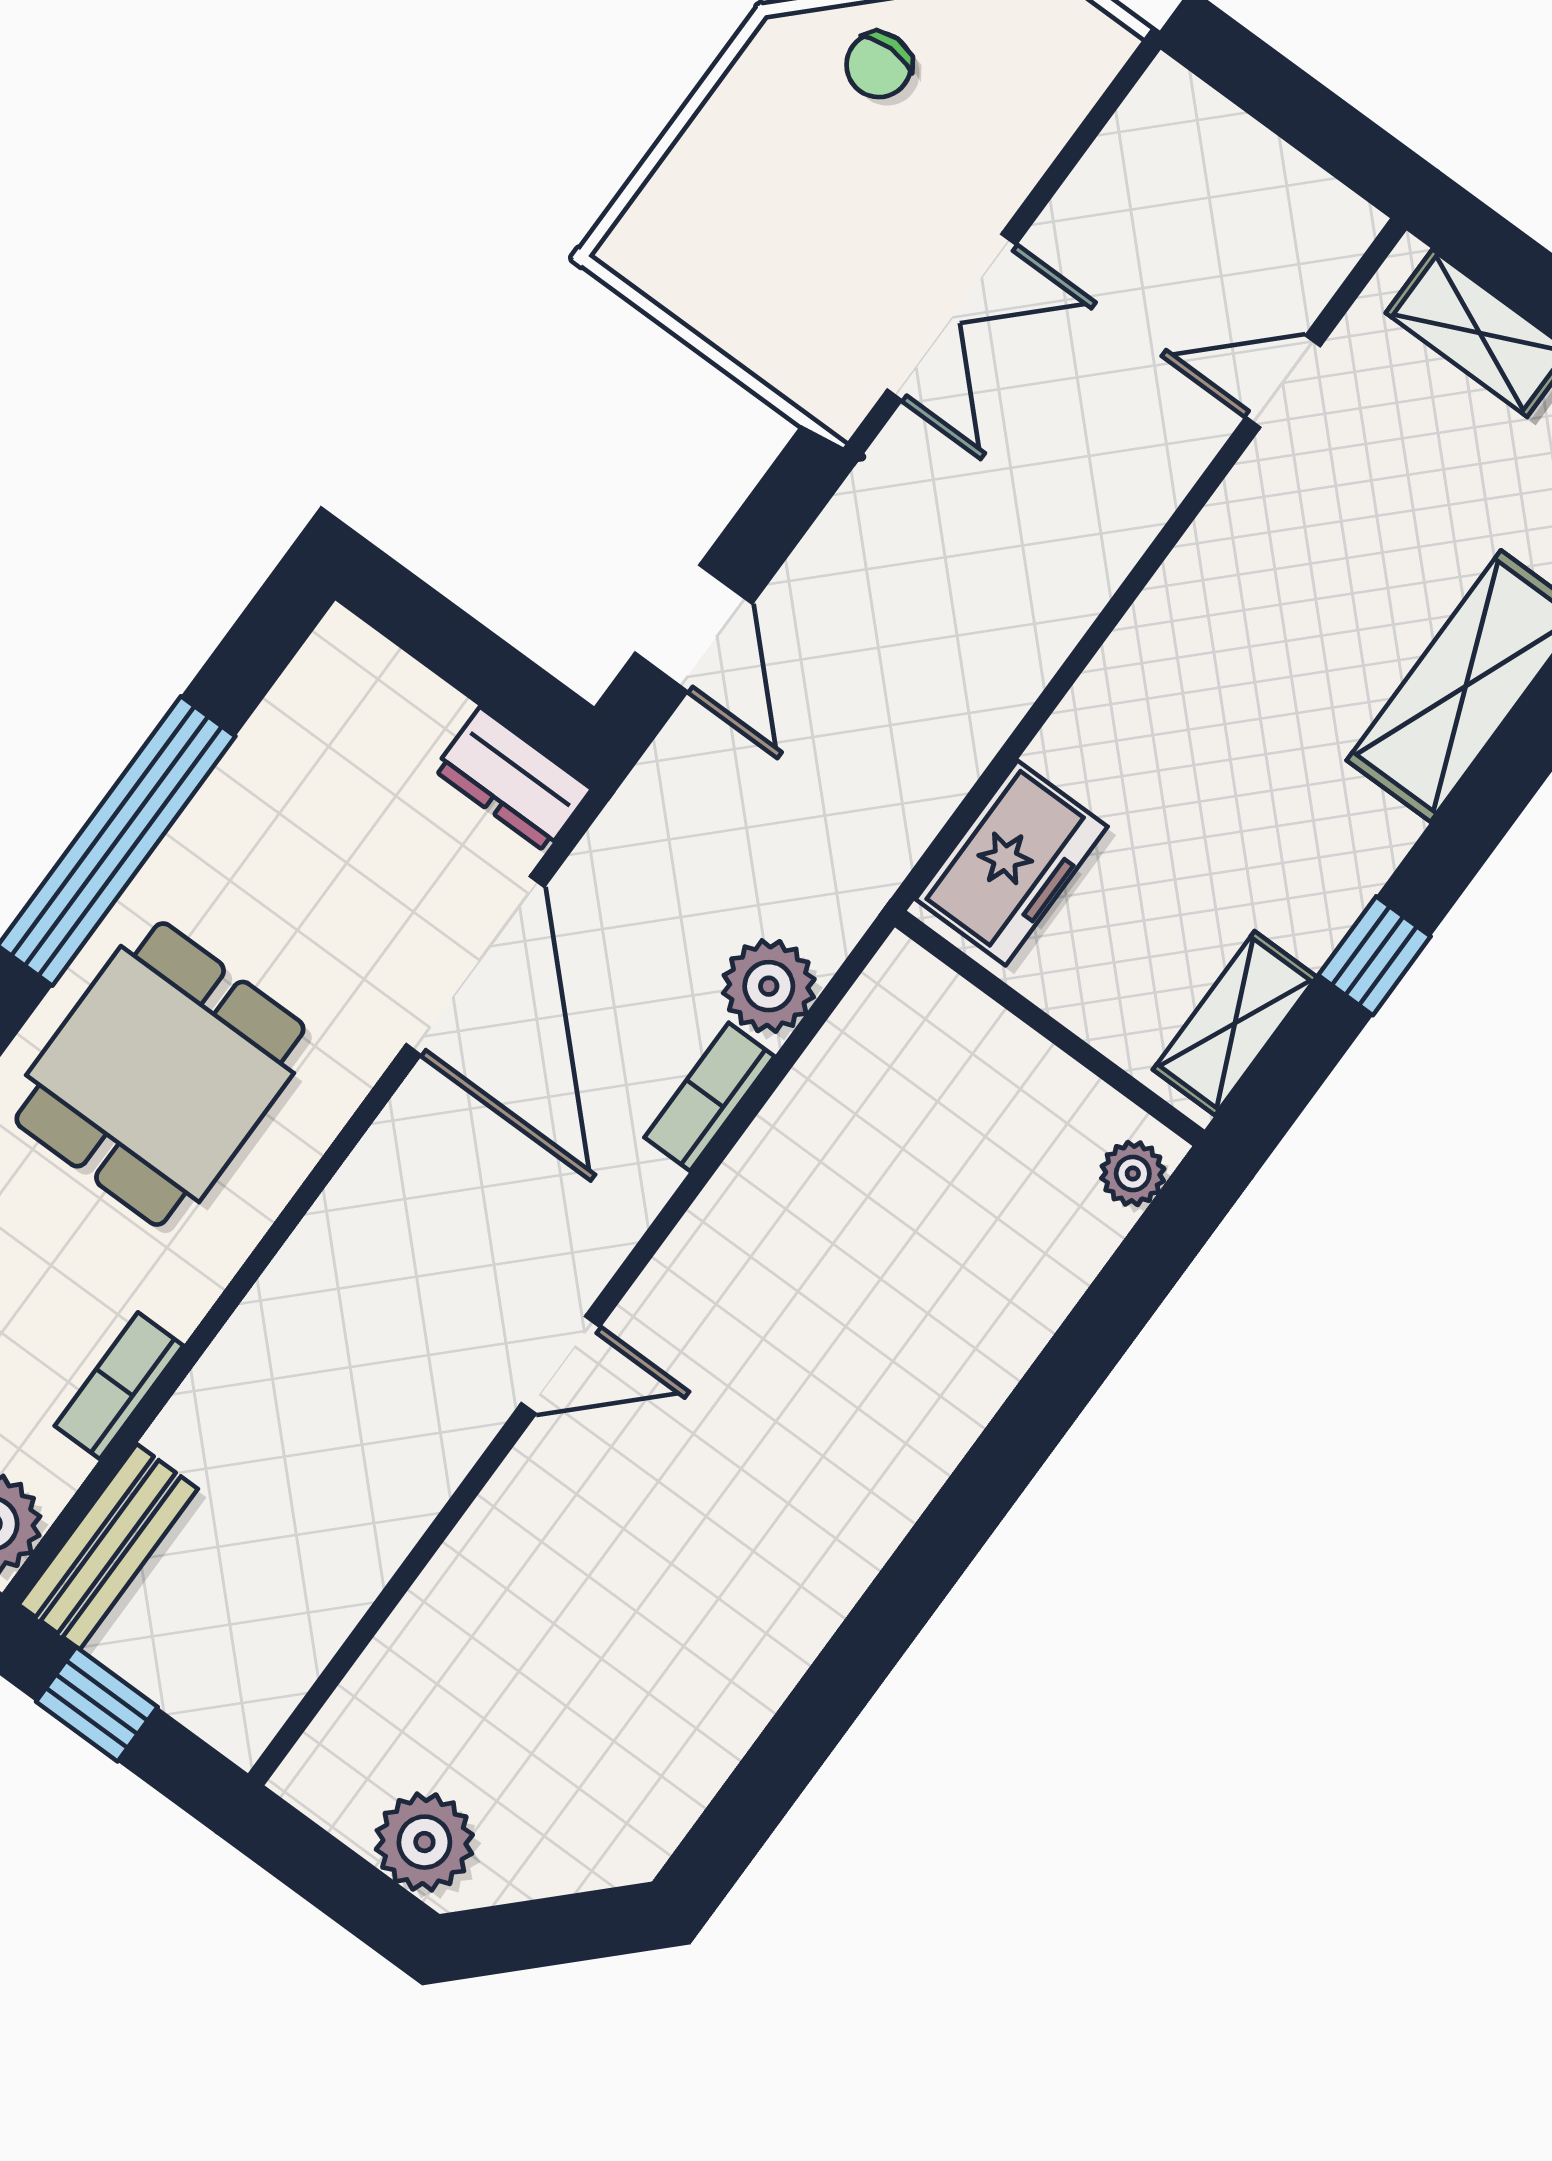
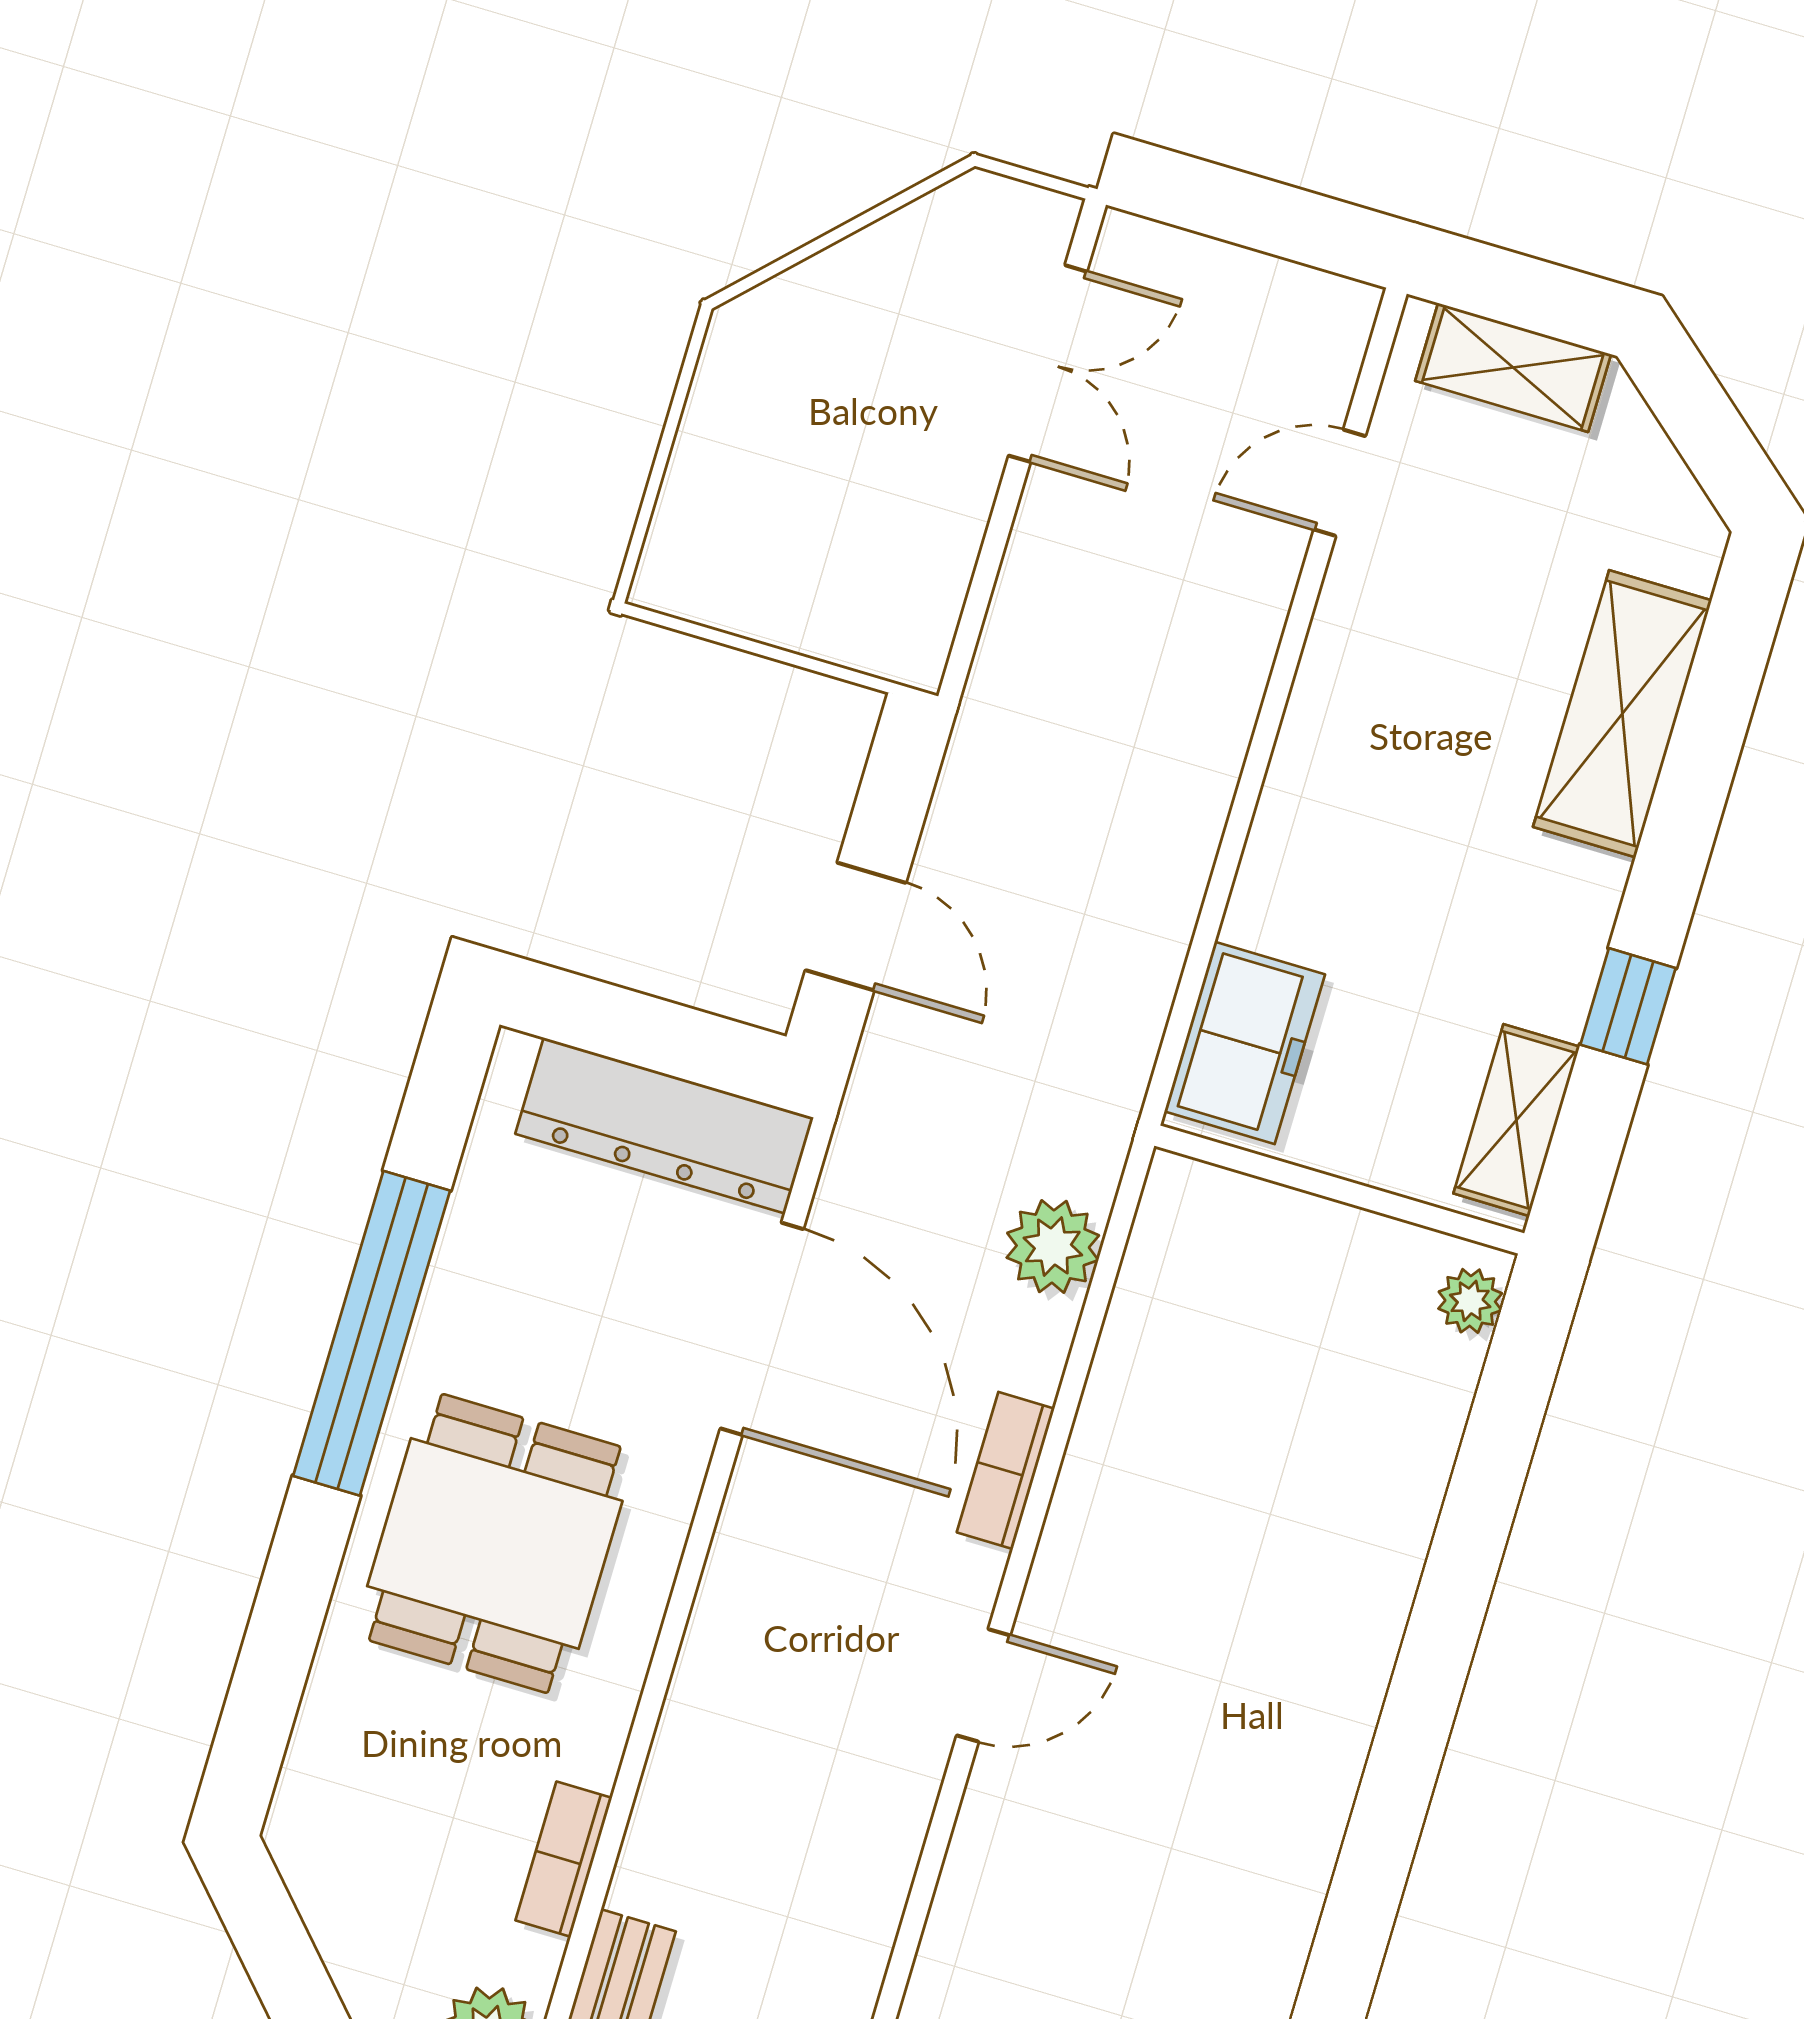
chair: (879, 65) -> (839, 317), removed
double door: (952, 317) -> (1048, 364), moved
dresser: (513, 779) -> (664, 1126), width x1.96, depth x1.24
bookcase: (709, 1097) -> (1006, 1470), moved

